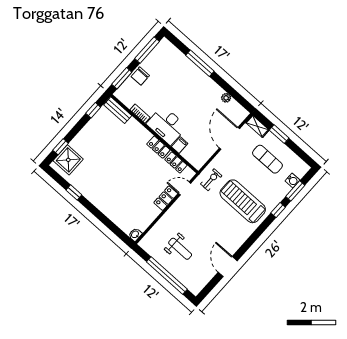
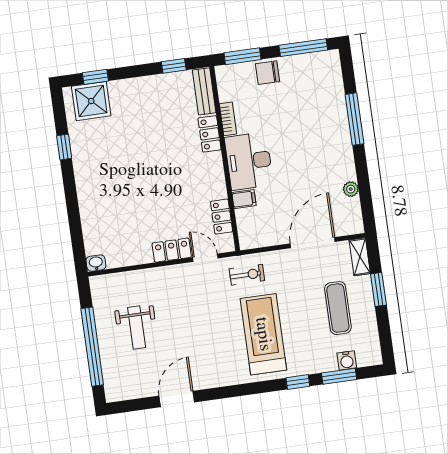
locker: (158, 147) -> (210, 134), moved

